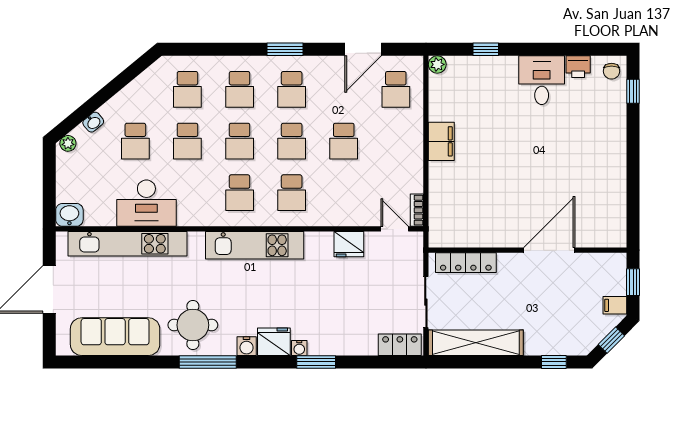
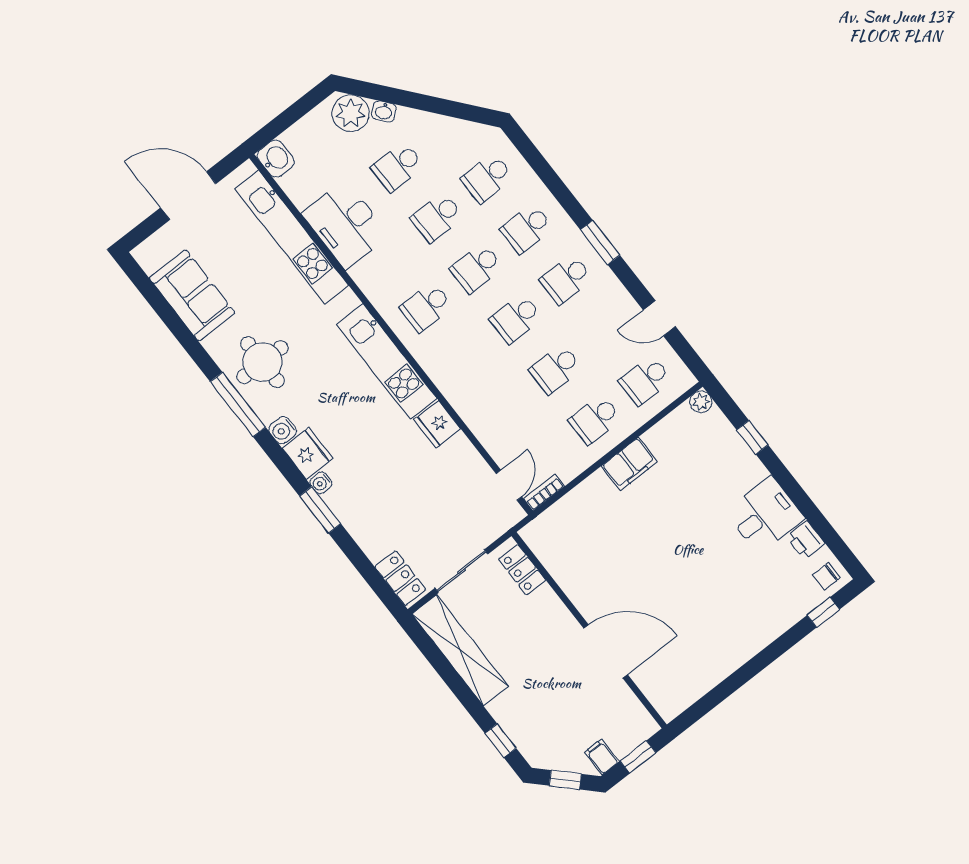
door: (363, 49) -> (659, 318), width x0.73
plant: (68, 143) -> (351, 113), width x1.88, depth x1.88
school desk: (292, 193) -> (595, 420), moved
fridge: (349, 244) -> (437, 424), moved
locker: (466, 263) -> (522, 570), width x0.66
sofa: (115, 337) -> (192, 295), width x0.73

